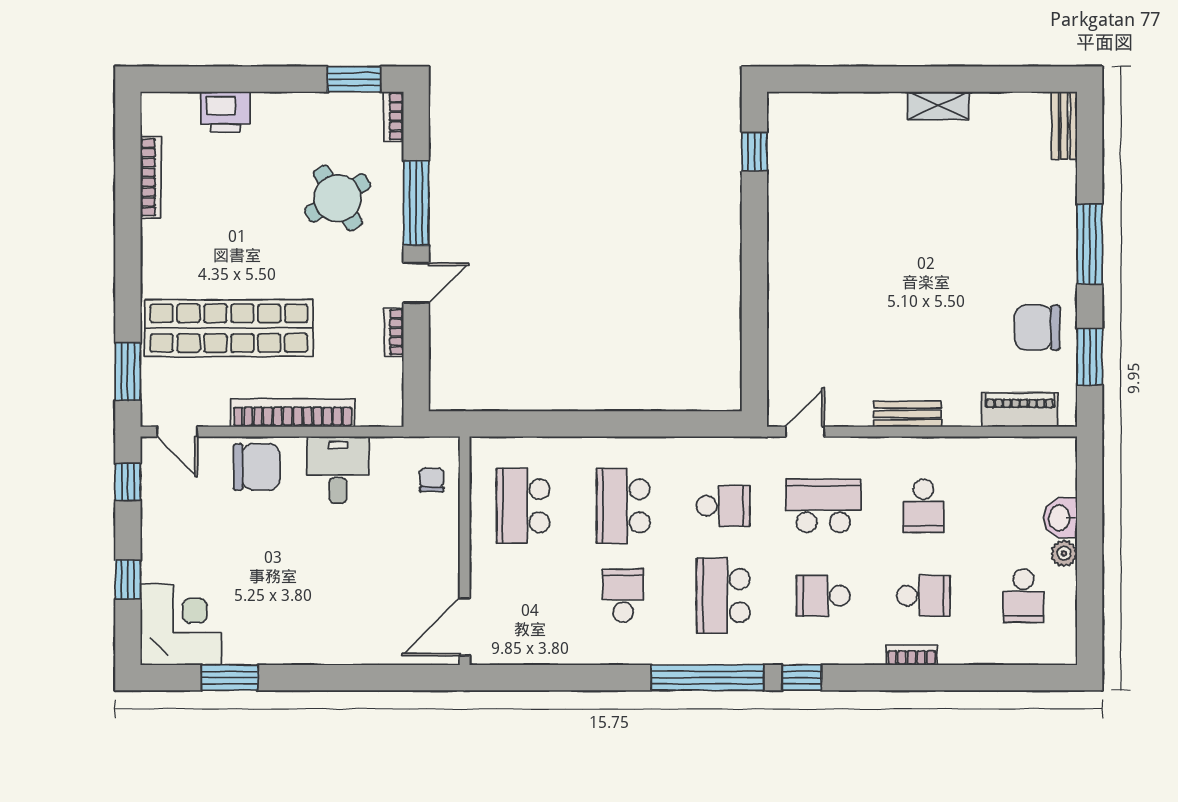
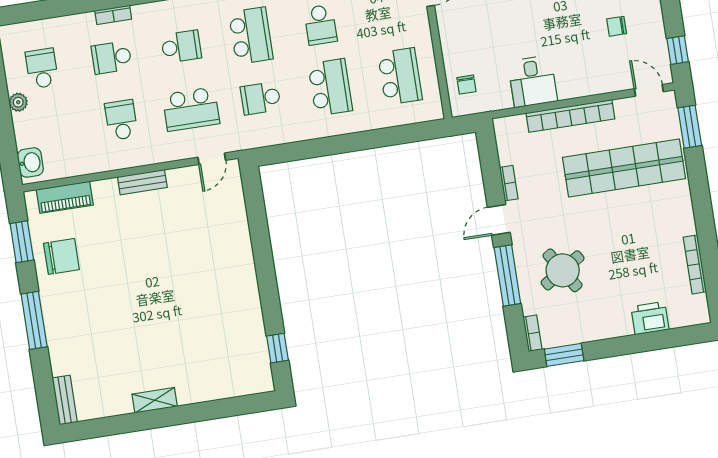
chair: (257, 467) -> (617, 26), moved, width x0.54, depth x0.54
washbasin: (1060, 518) -> (30, 162), moved

